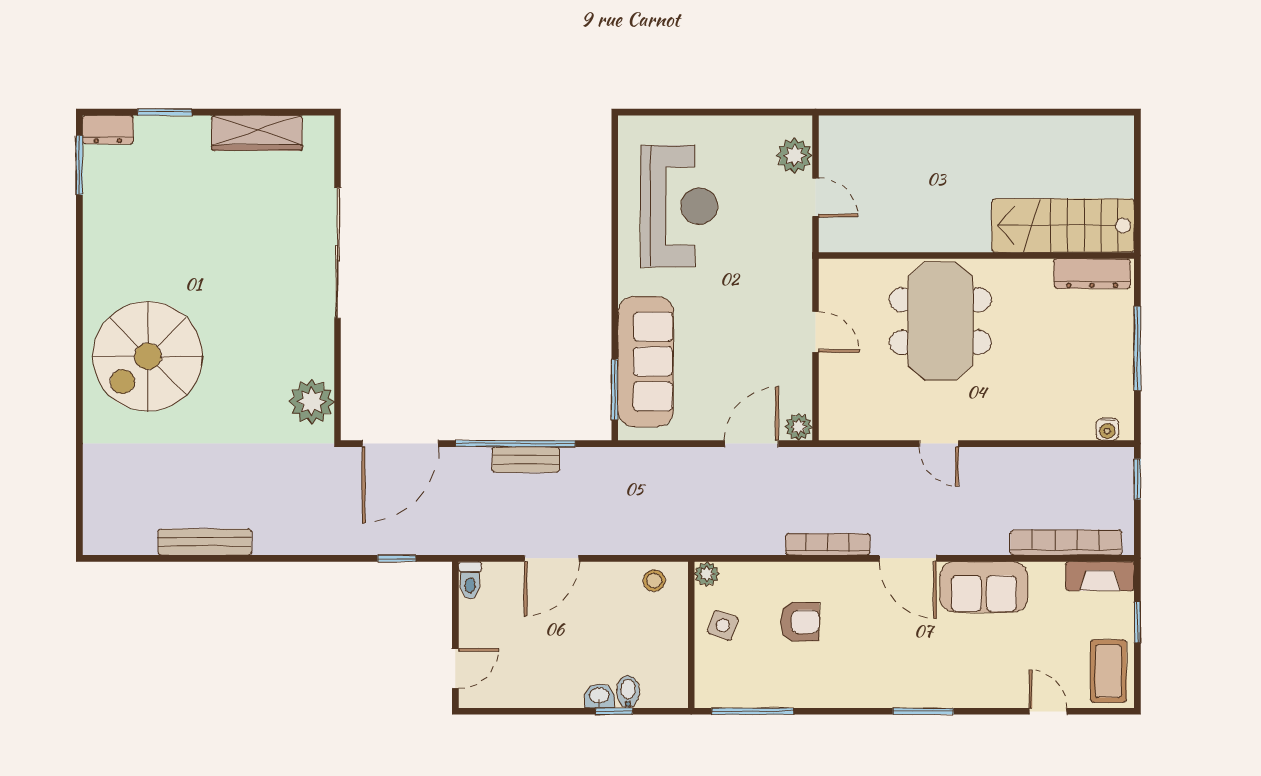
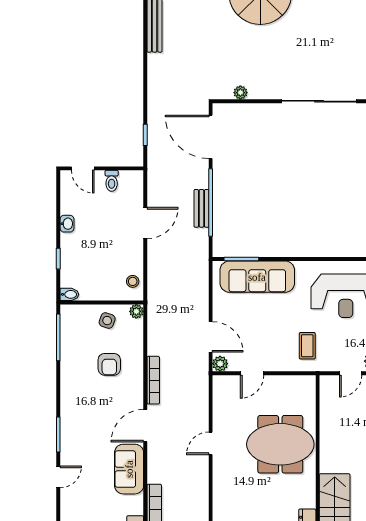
coffee table: (767, 274) -> (307, 346), added
door: (816, 332) -> (252, 373), moved
plant: (312, 402) -> (240, 93), width x0.53, depth x0.53
door: (552, 558) -> (145, 223), swing flipped
toilet: (470, 580) -> (112, 181), moved, turned -90
bidet: (628, 692) -> (69, 294), moved
washbasin: (599, 696) -> (67, 224), moved
door: (1048, 711) -> (58, 477), moved

